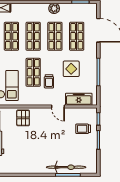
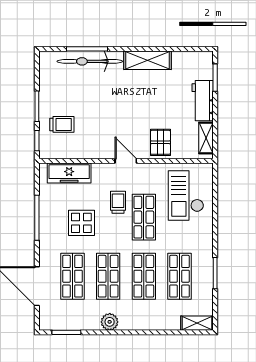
door: (58, 107) -> (126, 161), moved
shelving: (31, 168) -> (148, 60), added

